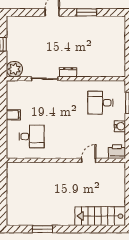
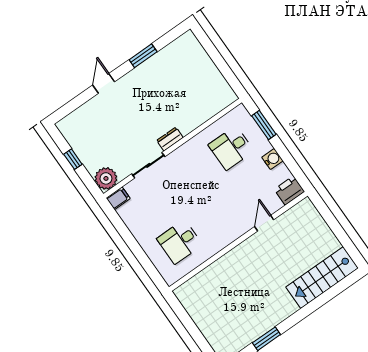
filing cabinet: (13, 115) -> (118, 198), moved
desk: (32, 136) -> (180, 242), turned 180

